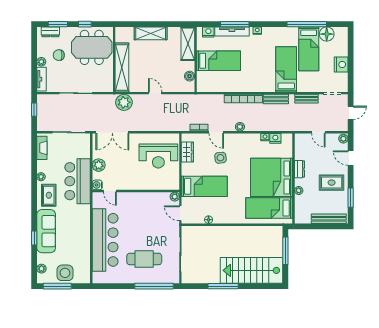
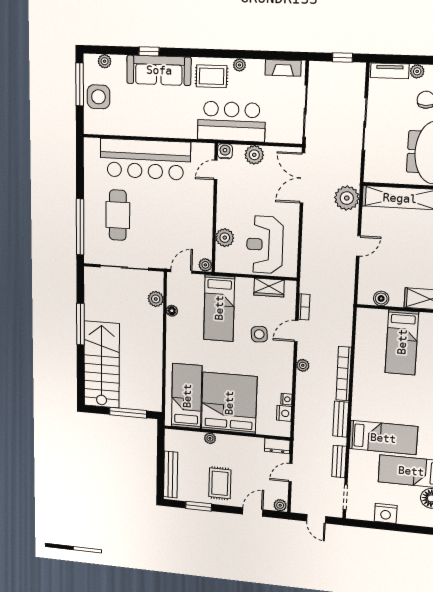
dresser: (300, 169) -> (277, 446), moved
plant: (155, 184) -> (225, 238), added
plant: (201, 231) -> (156, 299), added

